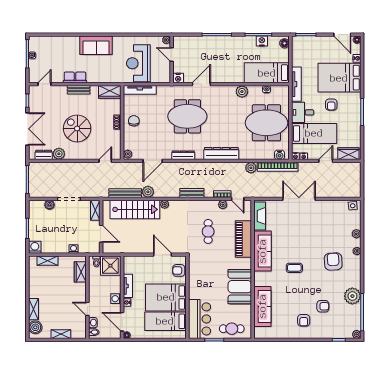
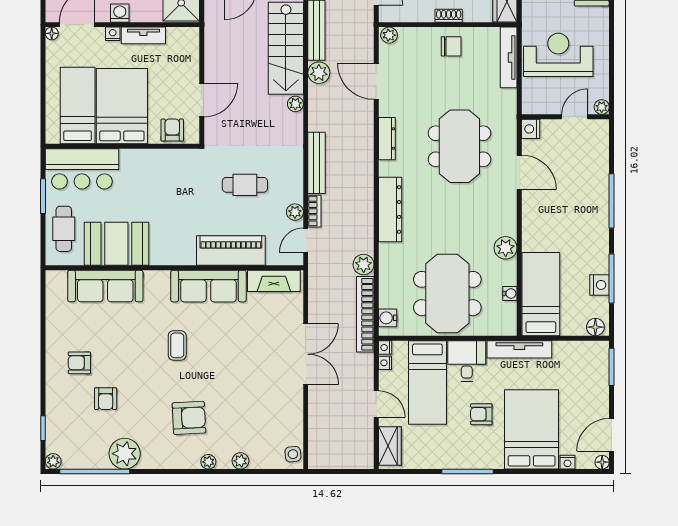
bench: (192, 193) -> (317, 163), width x1.36
booth: (240, 287) -> (116, 244), moved

